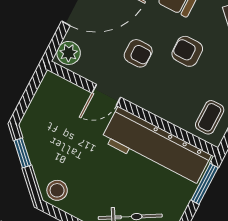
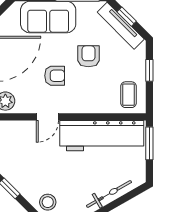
armchair: (187, 51) -> (88, 56), turned 90

